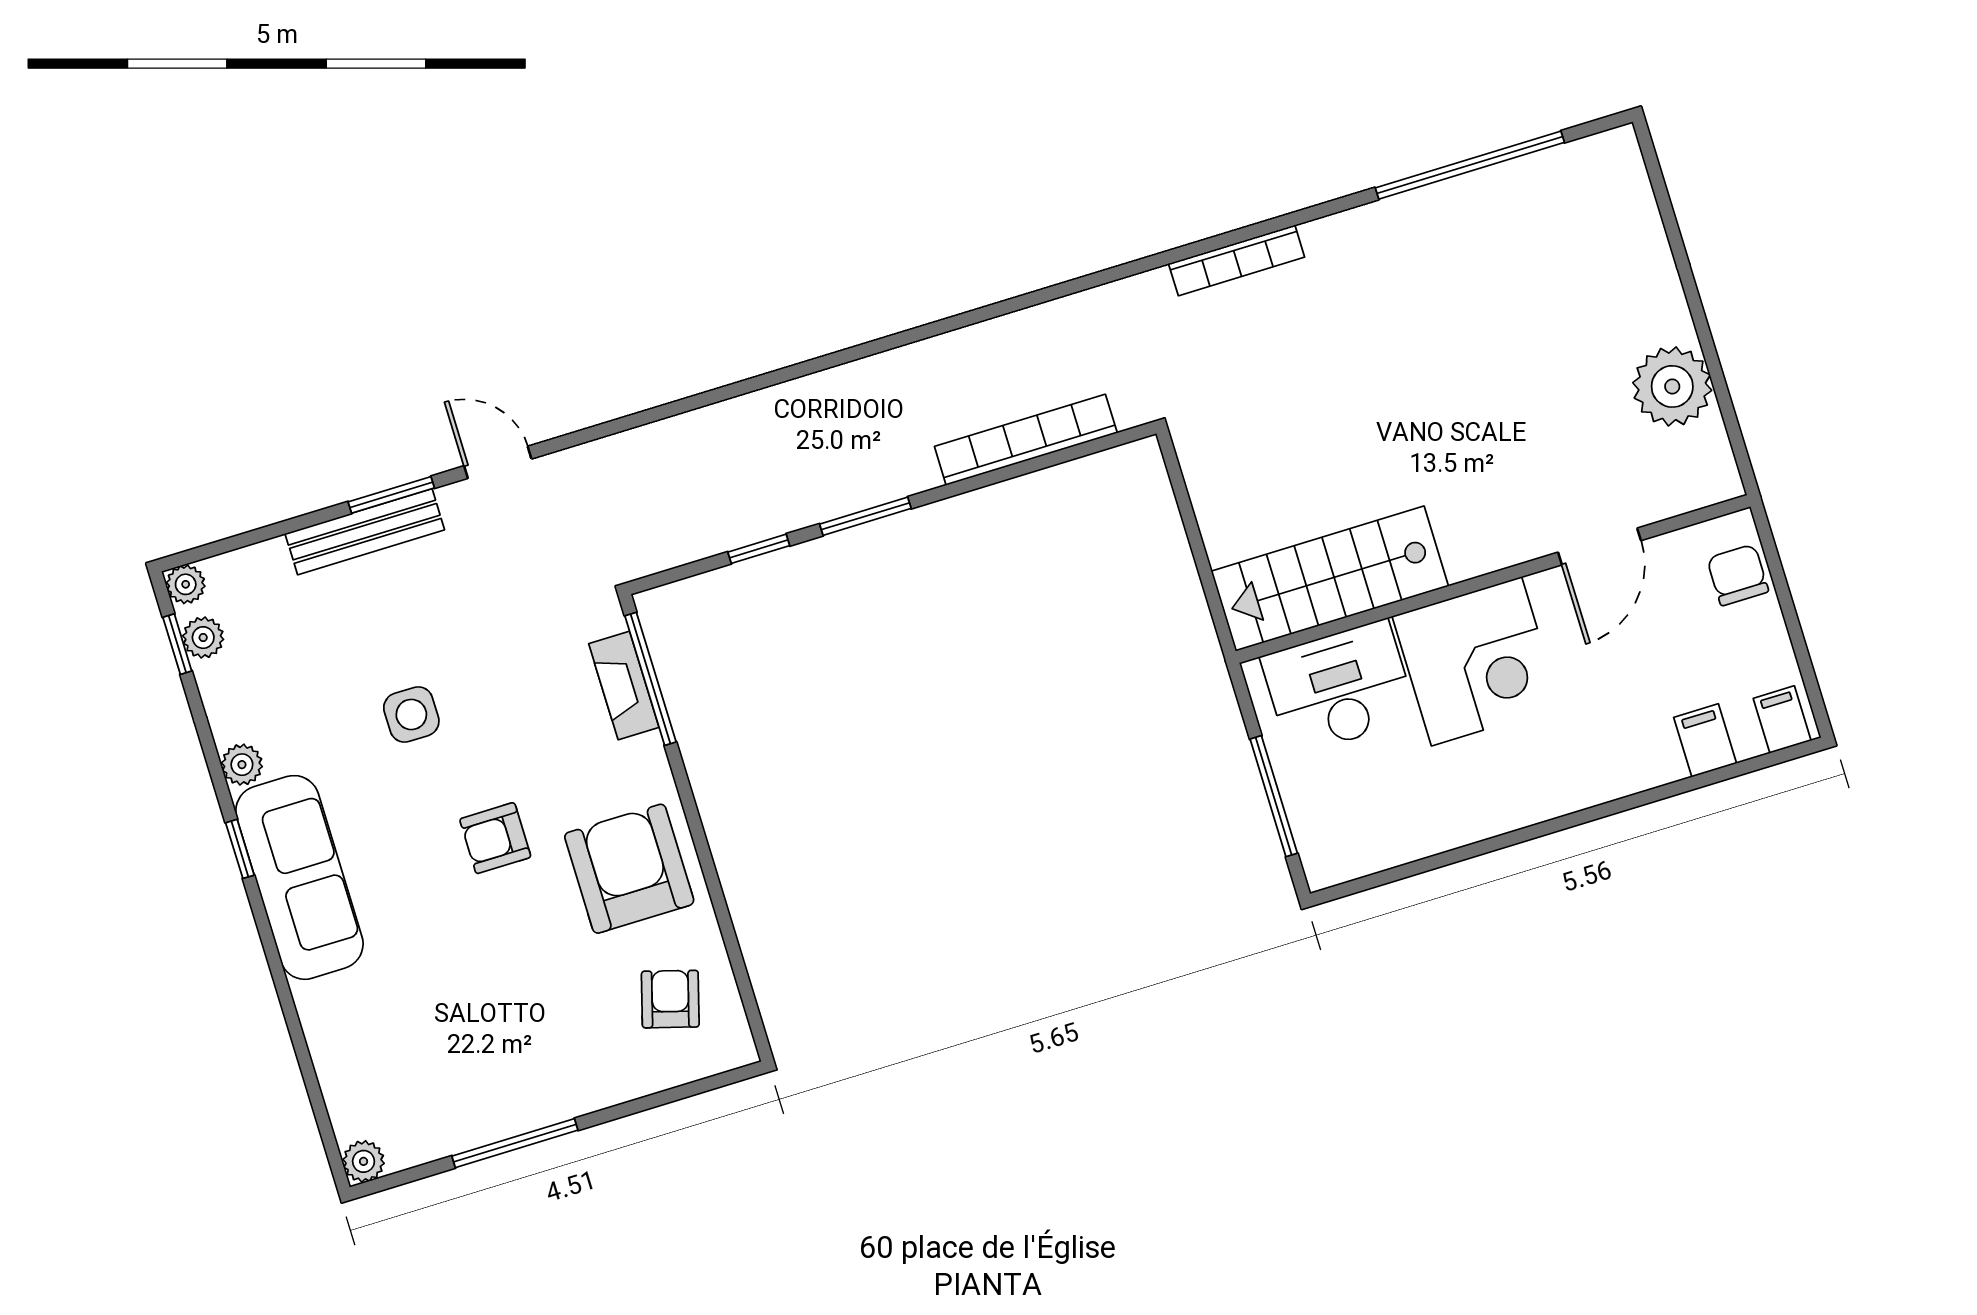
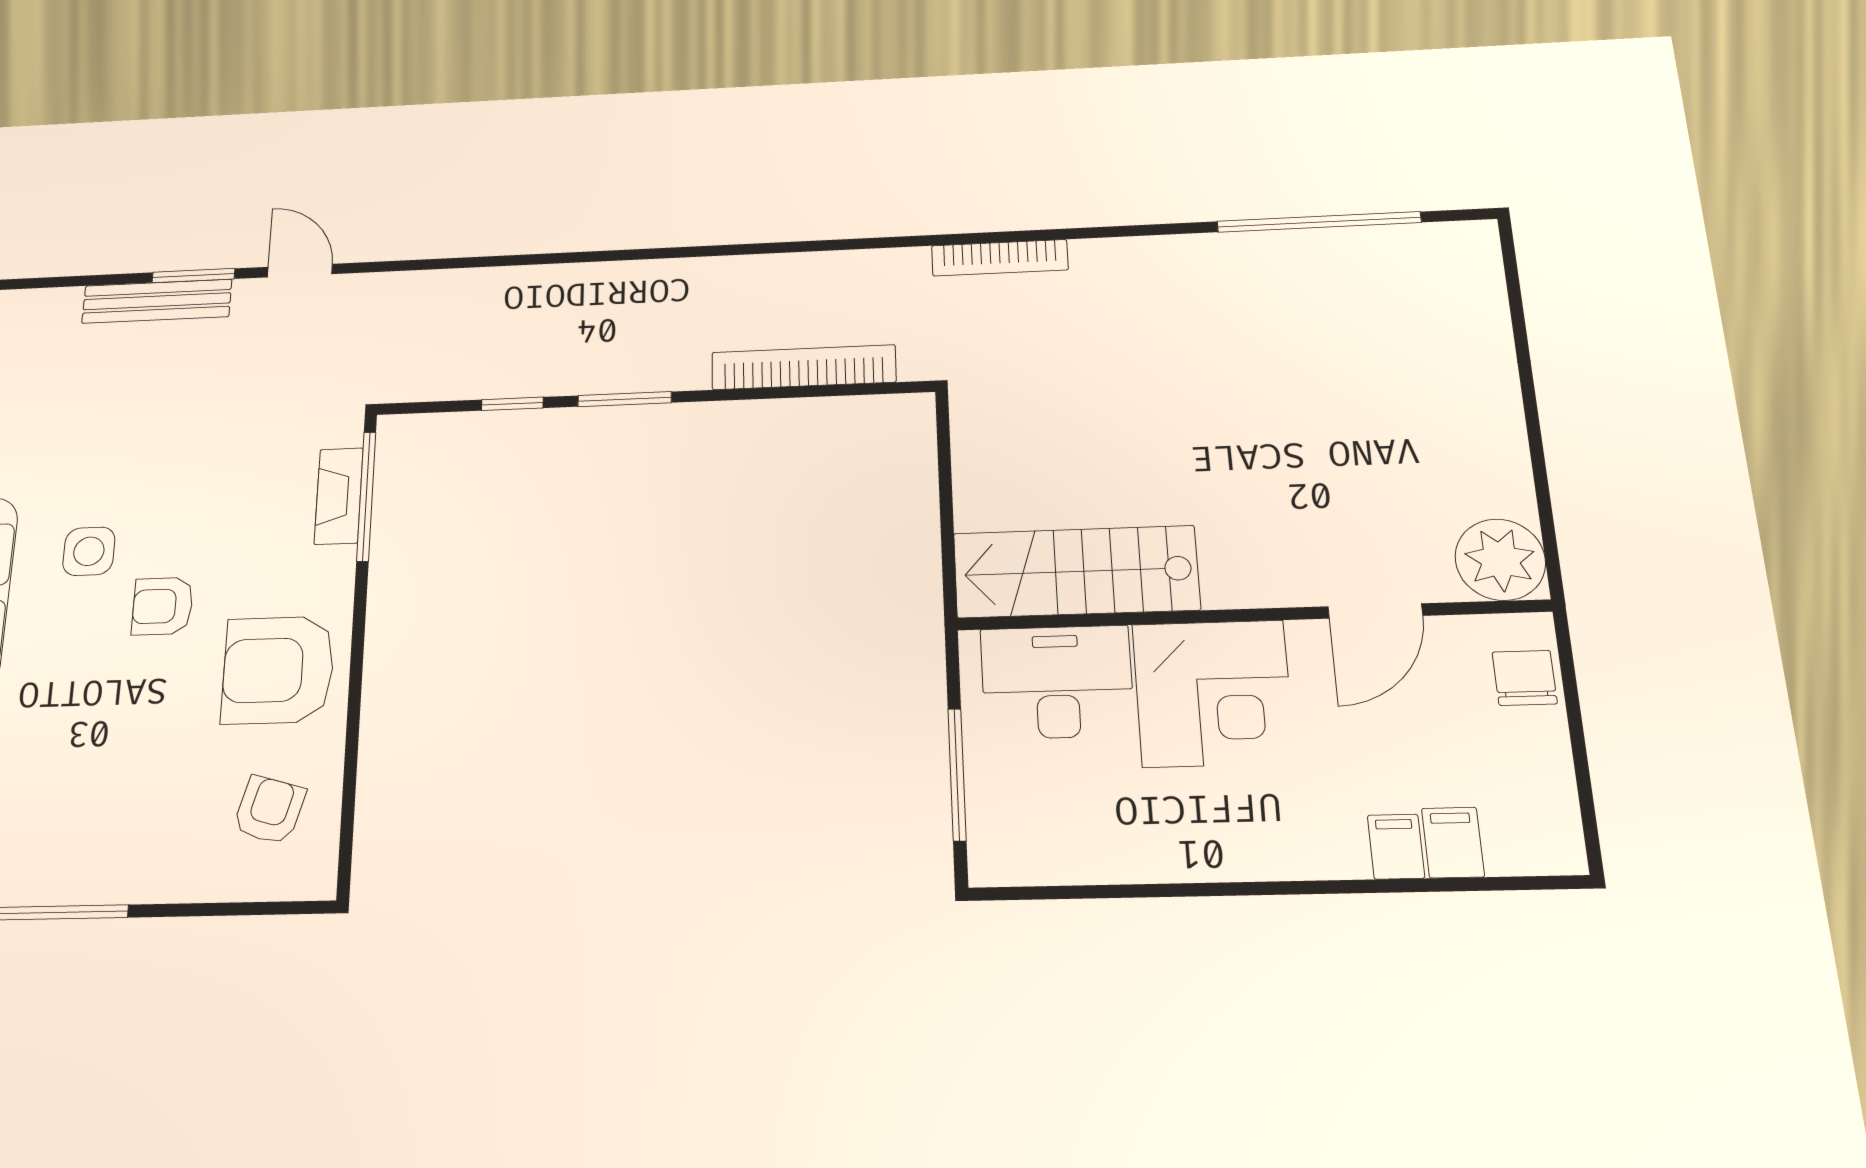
bookcase: (1237, 260) -> (1000, 258), moved
plant: (1672, 386) -> (1500, 560), moved
side table: (411, 714) -> (89, 551), moved
filing cabinet: (1782, 719) -> (1396, 847), moved
armchair: (629, 869) -> (278, 670), turned -90

